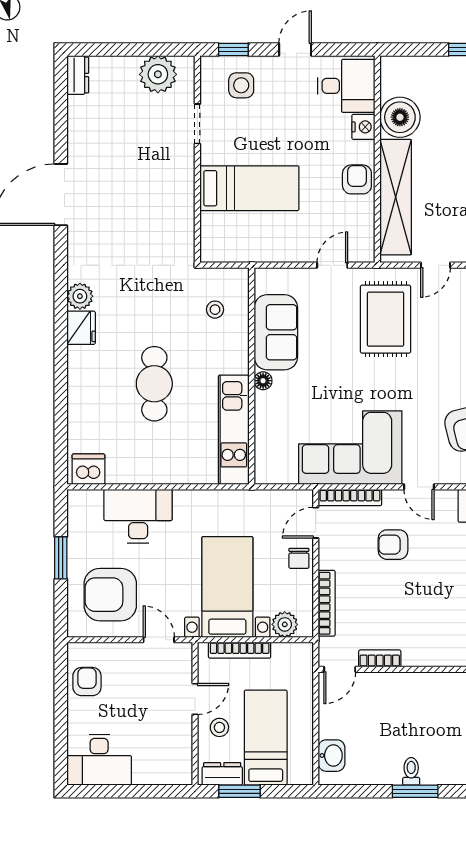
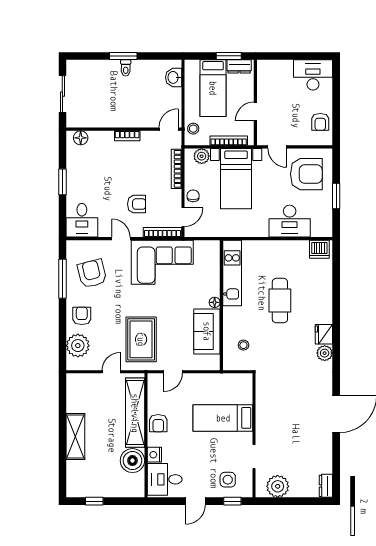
bookcase: (380, 658) -> (127, 136), moved
stool: (219, 727) -> (193, 129), moved

